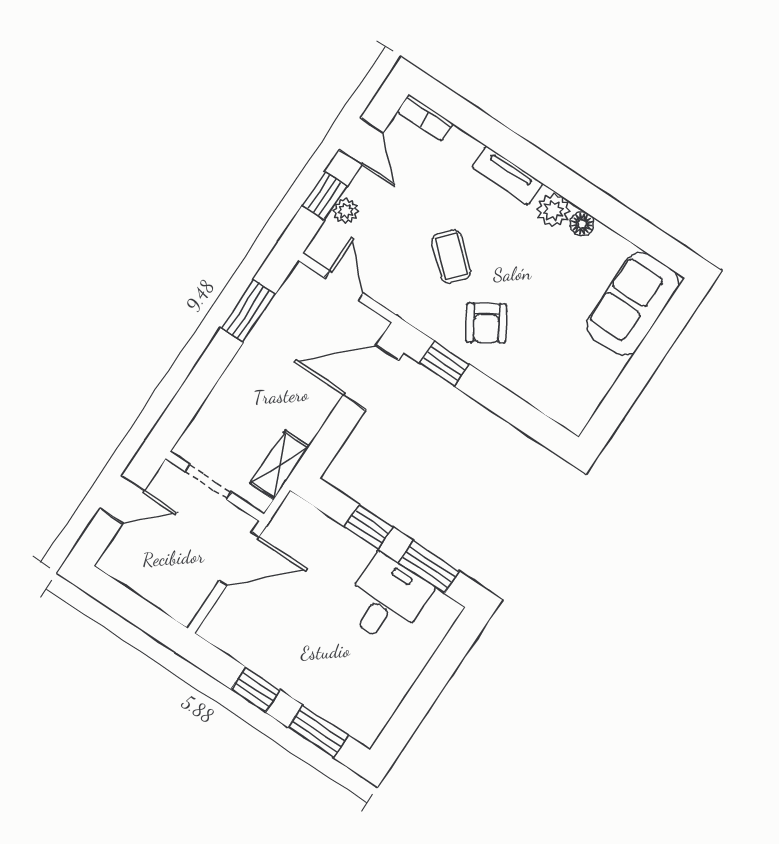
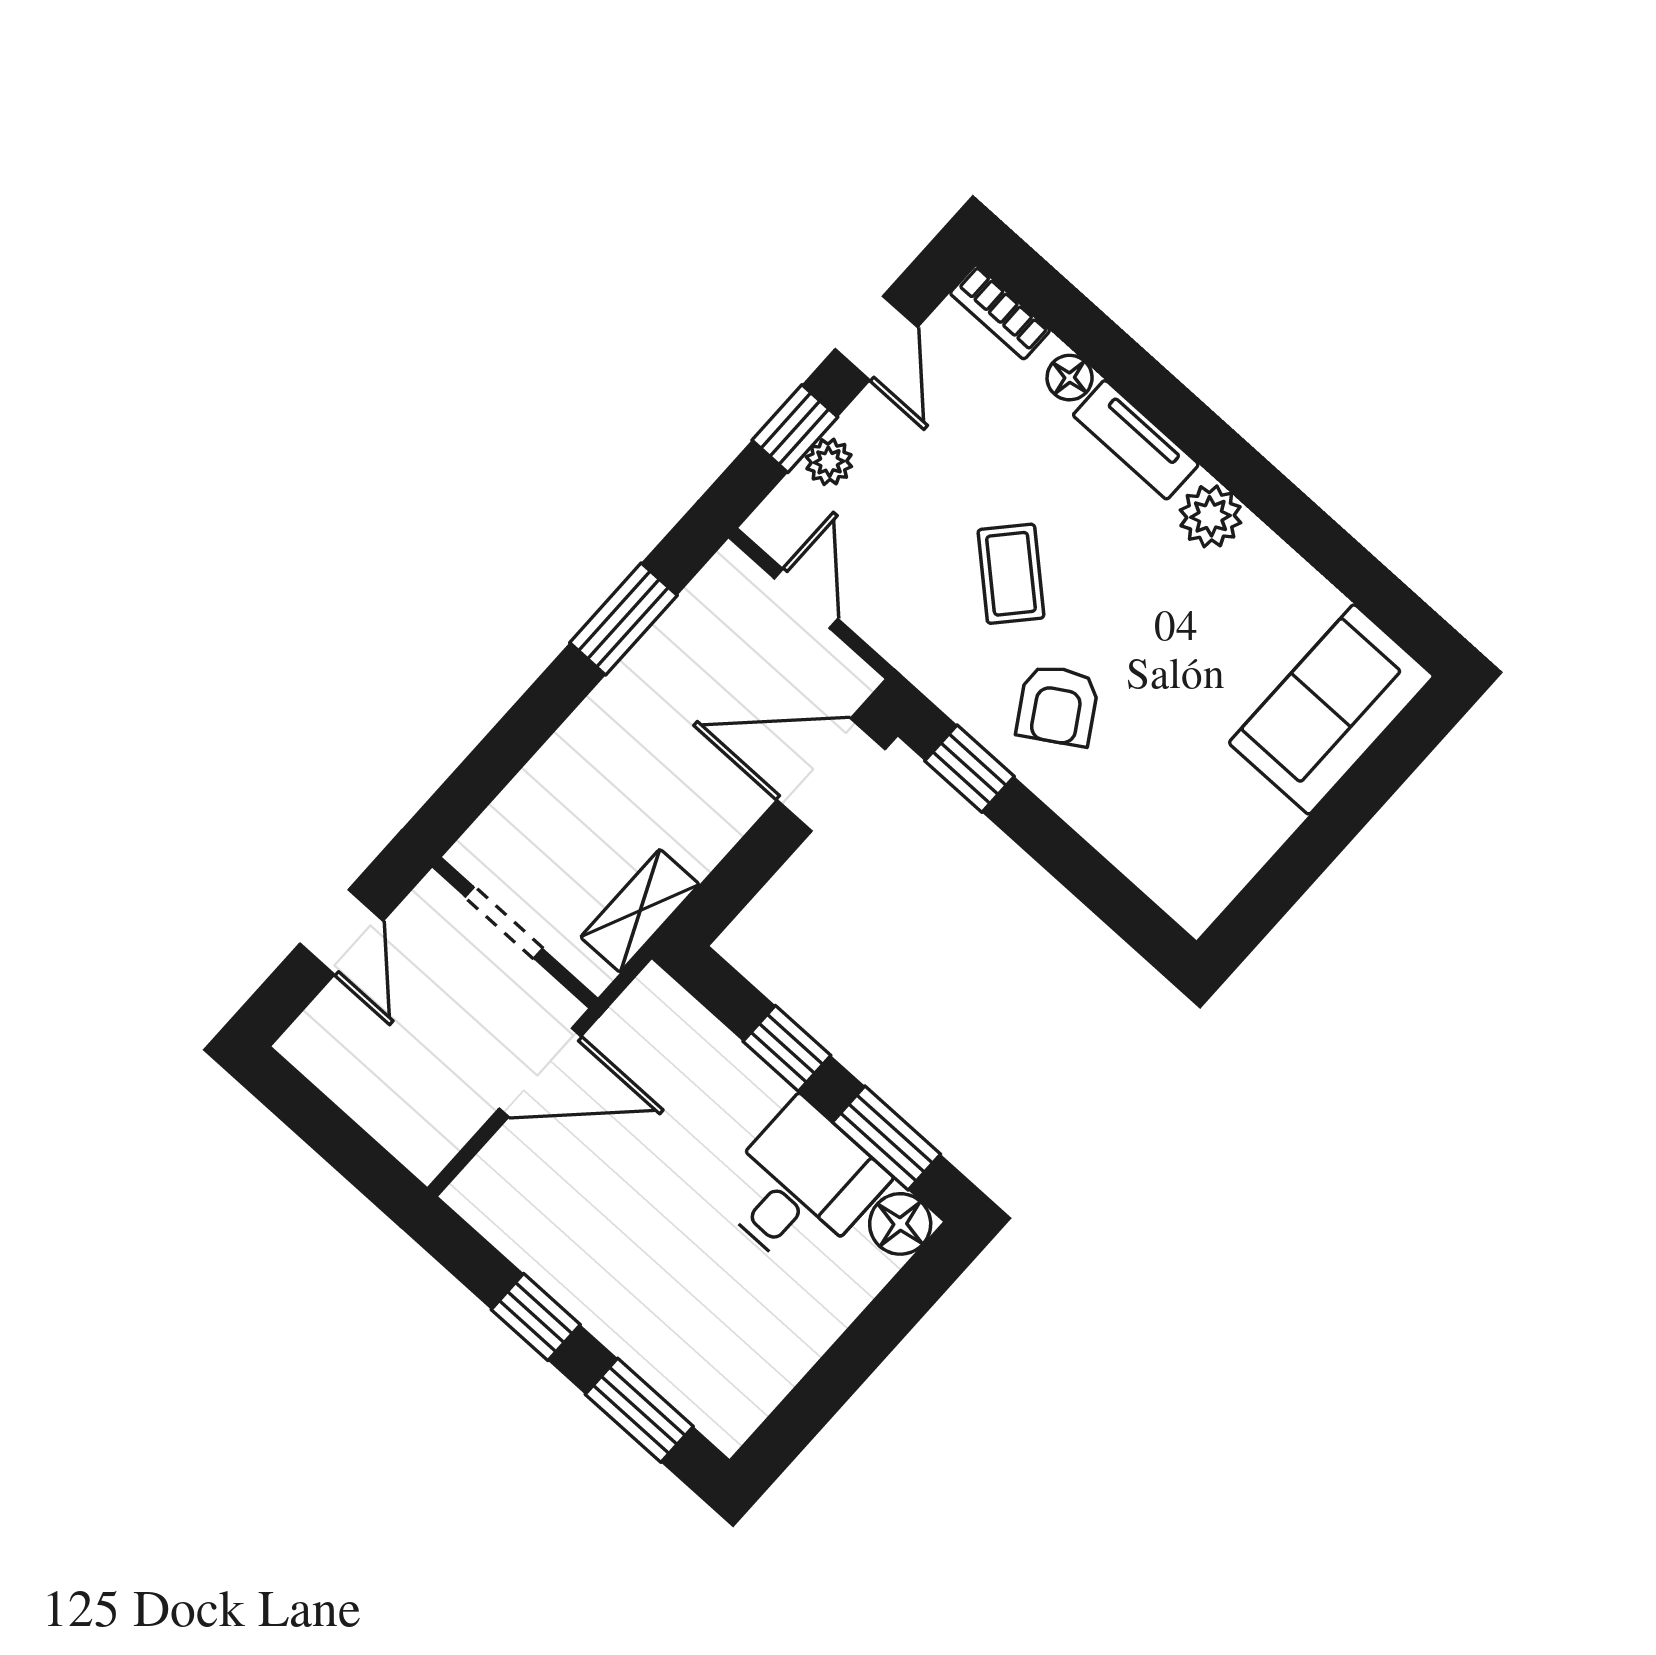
floor lamp: (582, 224) -> (1070, 378), moved
door: (122, 500) -> (341, 932), hinge flipped
floor lamp: (443, 612) -> (900, 1224), added

